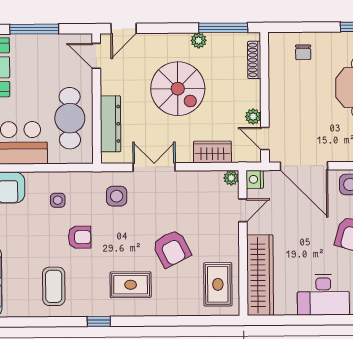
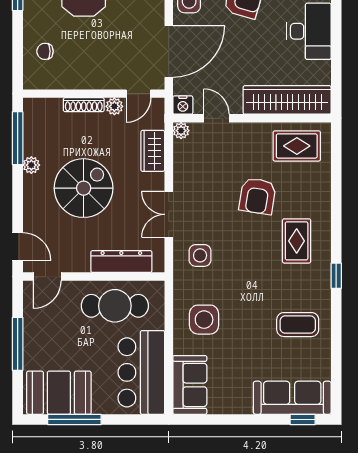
chair: (303, 52) -> (45, 51), turned 180
shoe rack: (254, 60) -> (84, 105), moved
side table: (58, 200) -> (204, 320), width x1.87, depth x1.87
armchair: (80, 237) -> (244, 296), removed
armchair: (172, 249) -> (257, 196), turned 126

